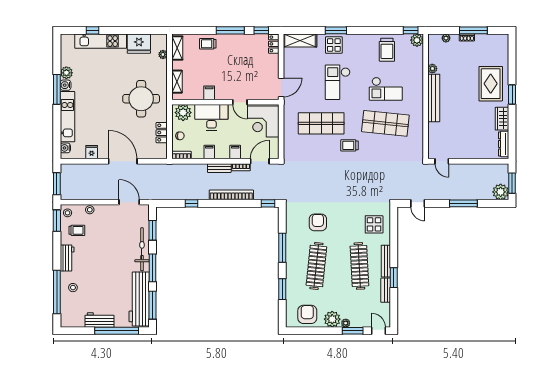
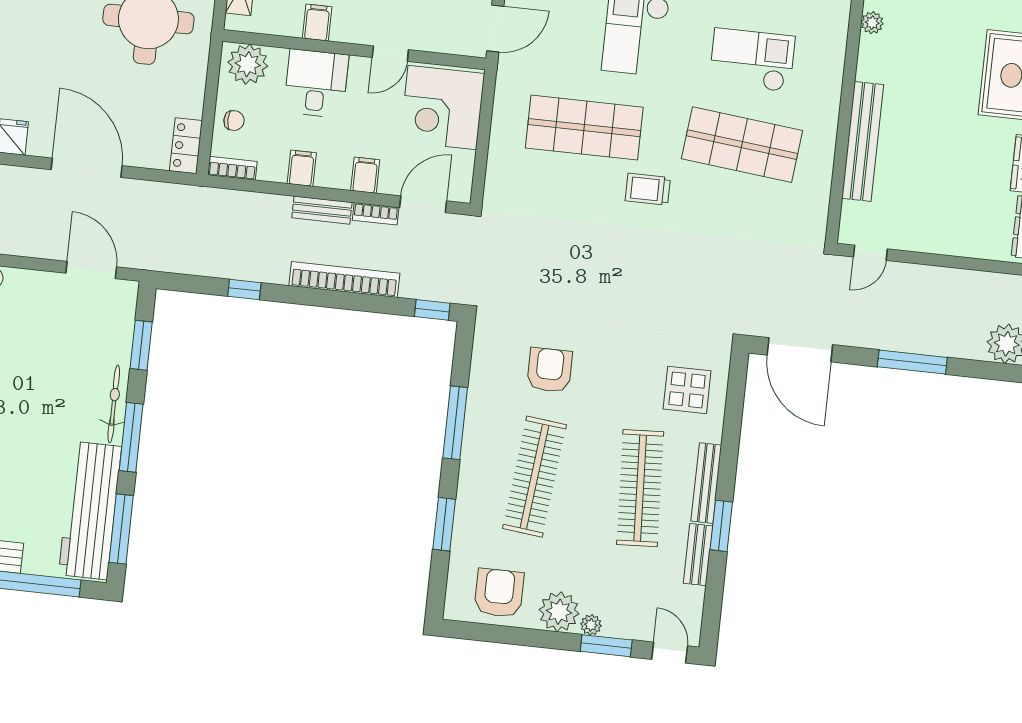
checkout: (386, 89) -> (752, 60), turned 180
bench: (434, 98) -> (863, 141), moved
door: (240, 102) -> (390, 54), hinge flipped
desk: (211, 117) -> (316, 83), width x0.73
locker: (162, 133) -> (186, 146), moved
door: (442, 161) -> (870, 253), hinge flipped
door: (418, 203) -> (800, 350), width x1.88
bicycle: (142, 249) -> (114, 404), width x0.73, depth x0.71

